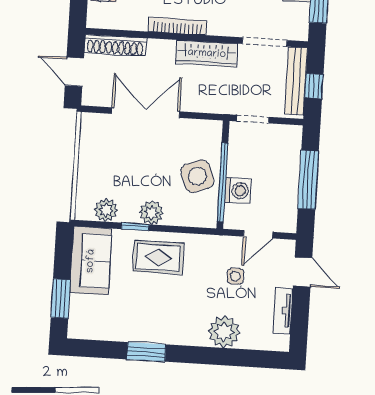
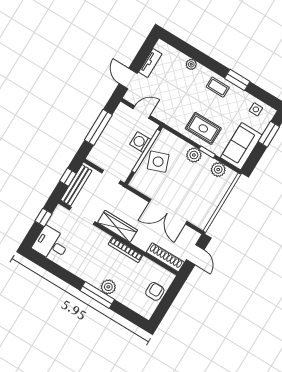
side table: (235, 276) -> (256, 109), moved
coffee table: (169, 327) -> (218, 87), added
plant: (224, 332) -> (191, 64), width x0.53, depth x0.53

